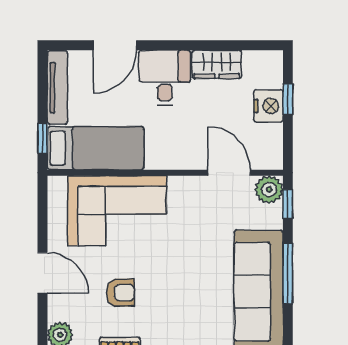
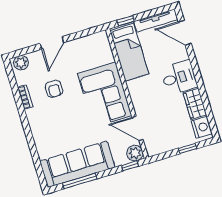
door: (115, 45) -> (185, 33), moved
nightstand: (268, 106) -> (202, 127), moved, turned -90
door: (229, 173) -> (138, 128), swing flipped
corner sofa: (117, 211) -> (105, 94), moved
window: (288, 273) -> (80, 181), moved

